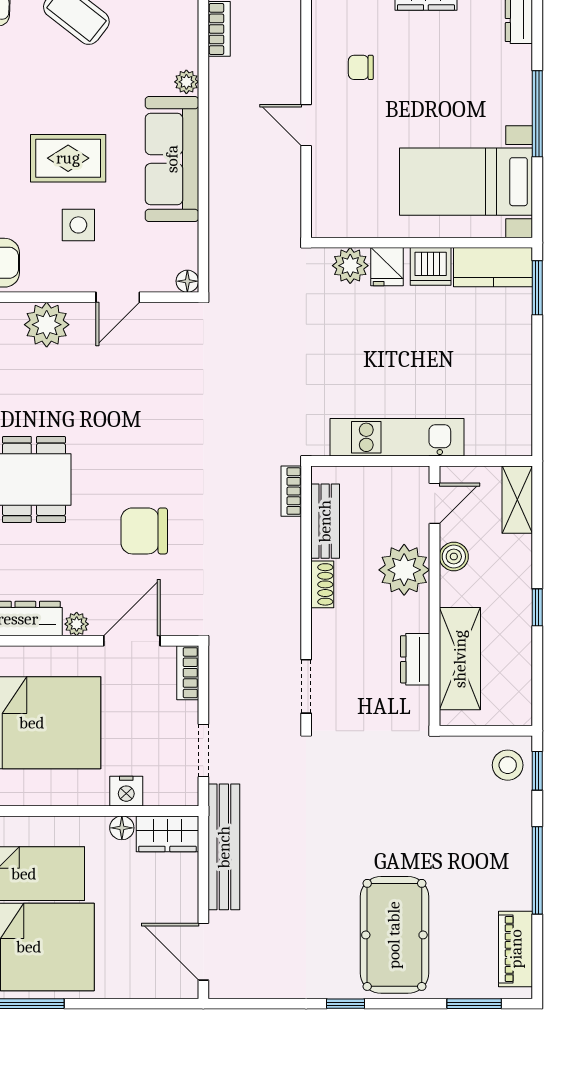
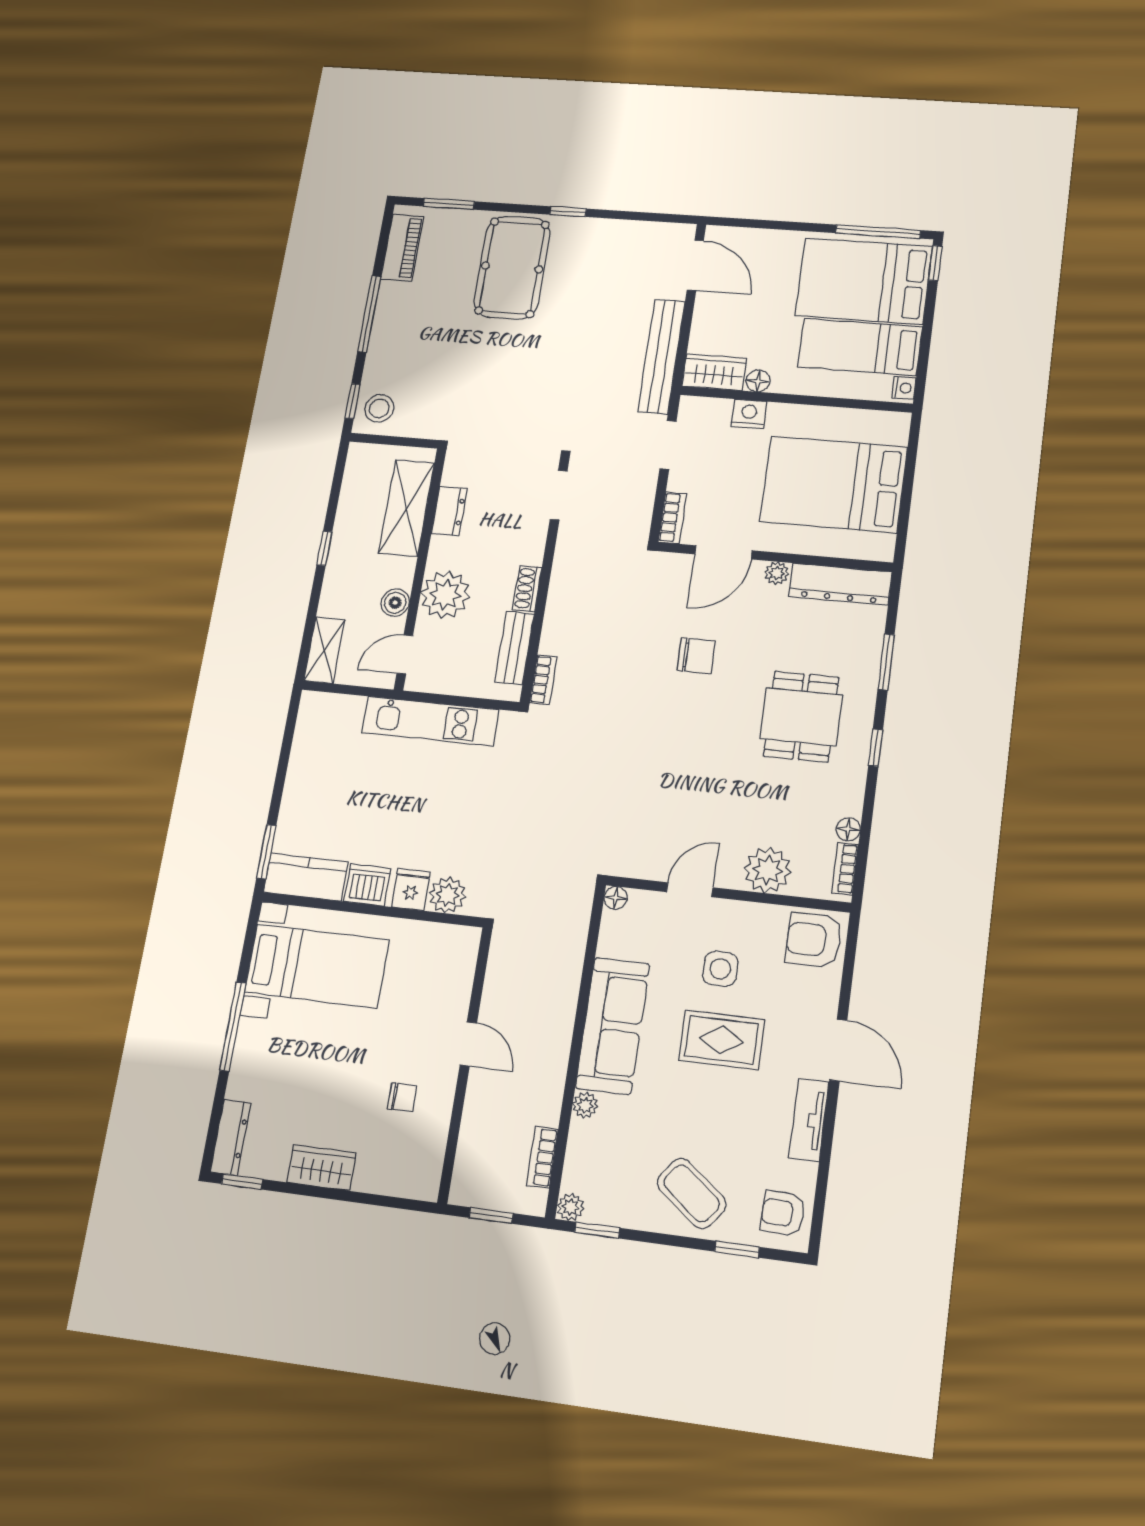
chair: (144, 531) -> (696, 656), width x0.73, depth x0.73

